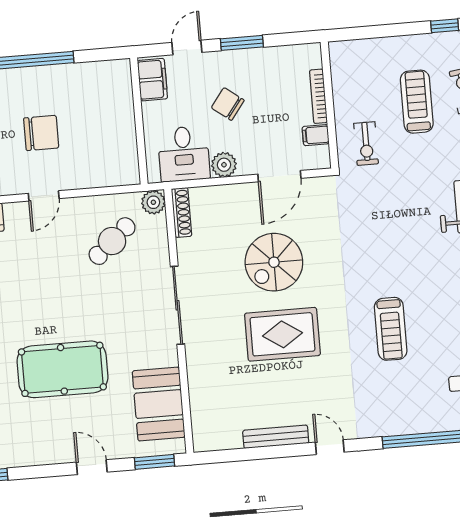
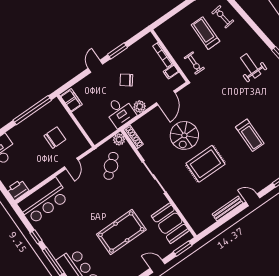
filing cabinet: (152, 80) -> (71, 100), moved
wall: (139, 121) -> (76, 121), moved

